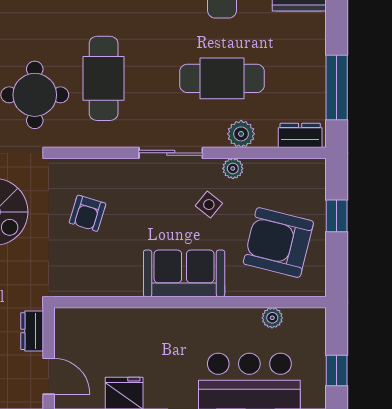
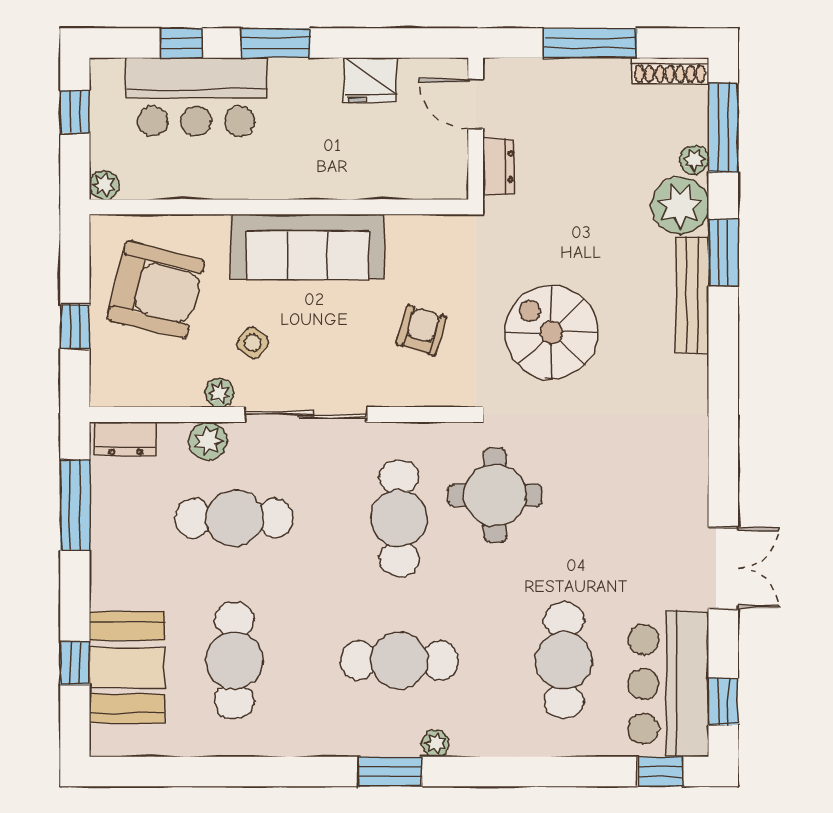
sliding door: (171, 153) -> (306, 414), width x1.37
sofa: (184, 273) -> (307, 247), width x1.36
plant: (272, 318) -> (104, 185), moved

